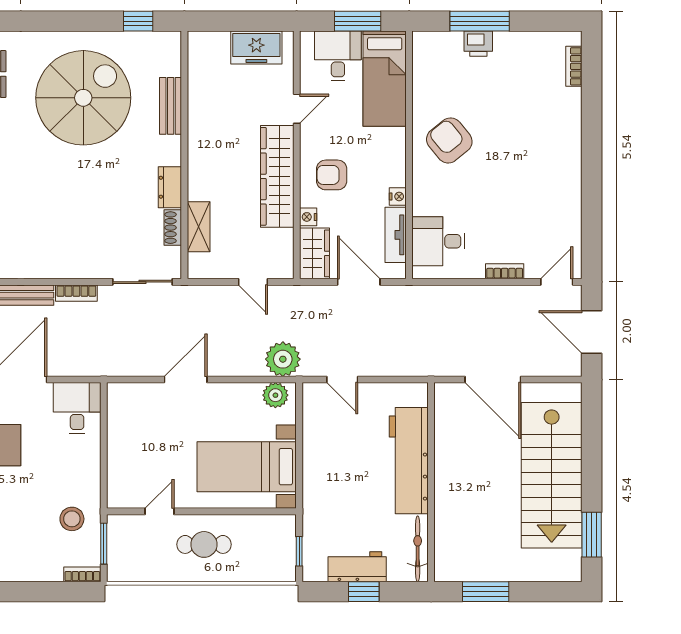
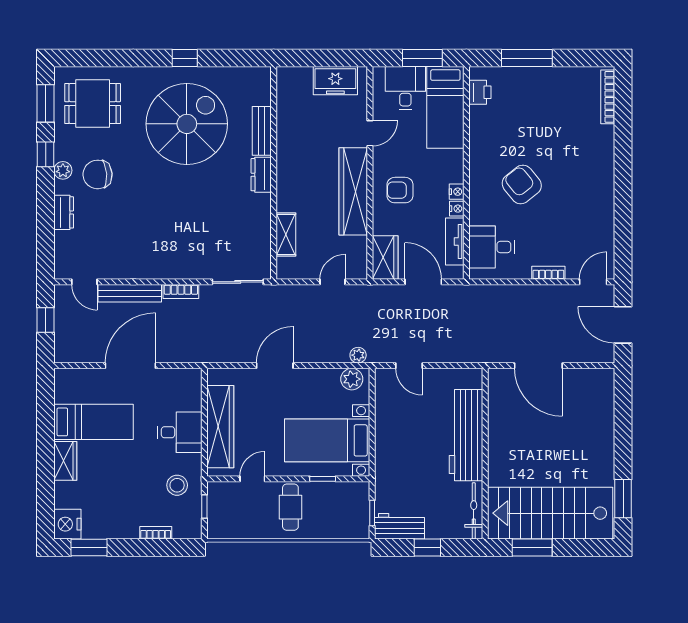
window: (138, 21) -> (185, 58), moved
printer: (478, 44) -> (480, 92), moved, turned -90
bookcase: (574, 66) -> (608, 97), width x1.56
armchair: (449, 140) -> (522, 184), moved
dresser: (170, 187) -> (261, 175), moved
nightstand: (308, 217) -> (457, 192), moved, turned 180
shoe rack: (173, 228) -> (264, 235), removed
door: (253, 282) -> (332, 282), swing flipped
plant: (283, 359) -> (358, 355), width x0.53, depth x0.53
desk: (77, 408) -> (180, 432), moved, turned 90
wardrobe: (122, 451) -> (220, 427), added
stairs: (552, 475) -> (550, 513), moved, turned 90
window: (241, 511) -> (323, 479), added
window: (104, 544) -> (204, 506), width x0.67
cafe table: (204, 544) -> (290, 507), turned 90
workbench: (357, 567) -> (400, 526), moved
bookcase: (82, 574) -> (156, 533), moved

